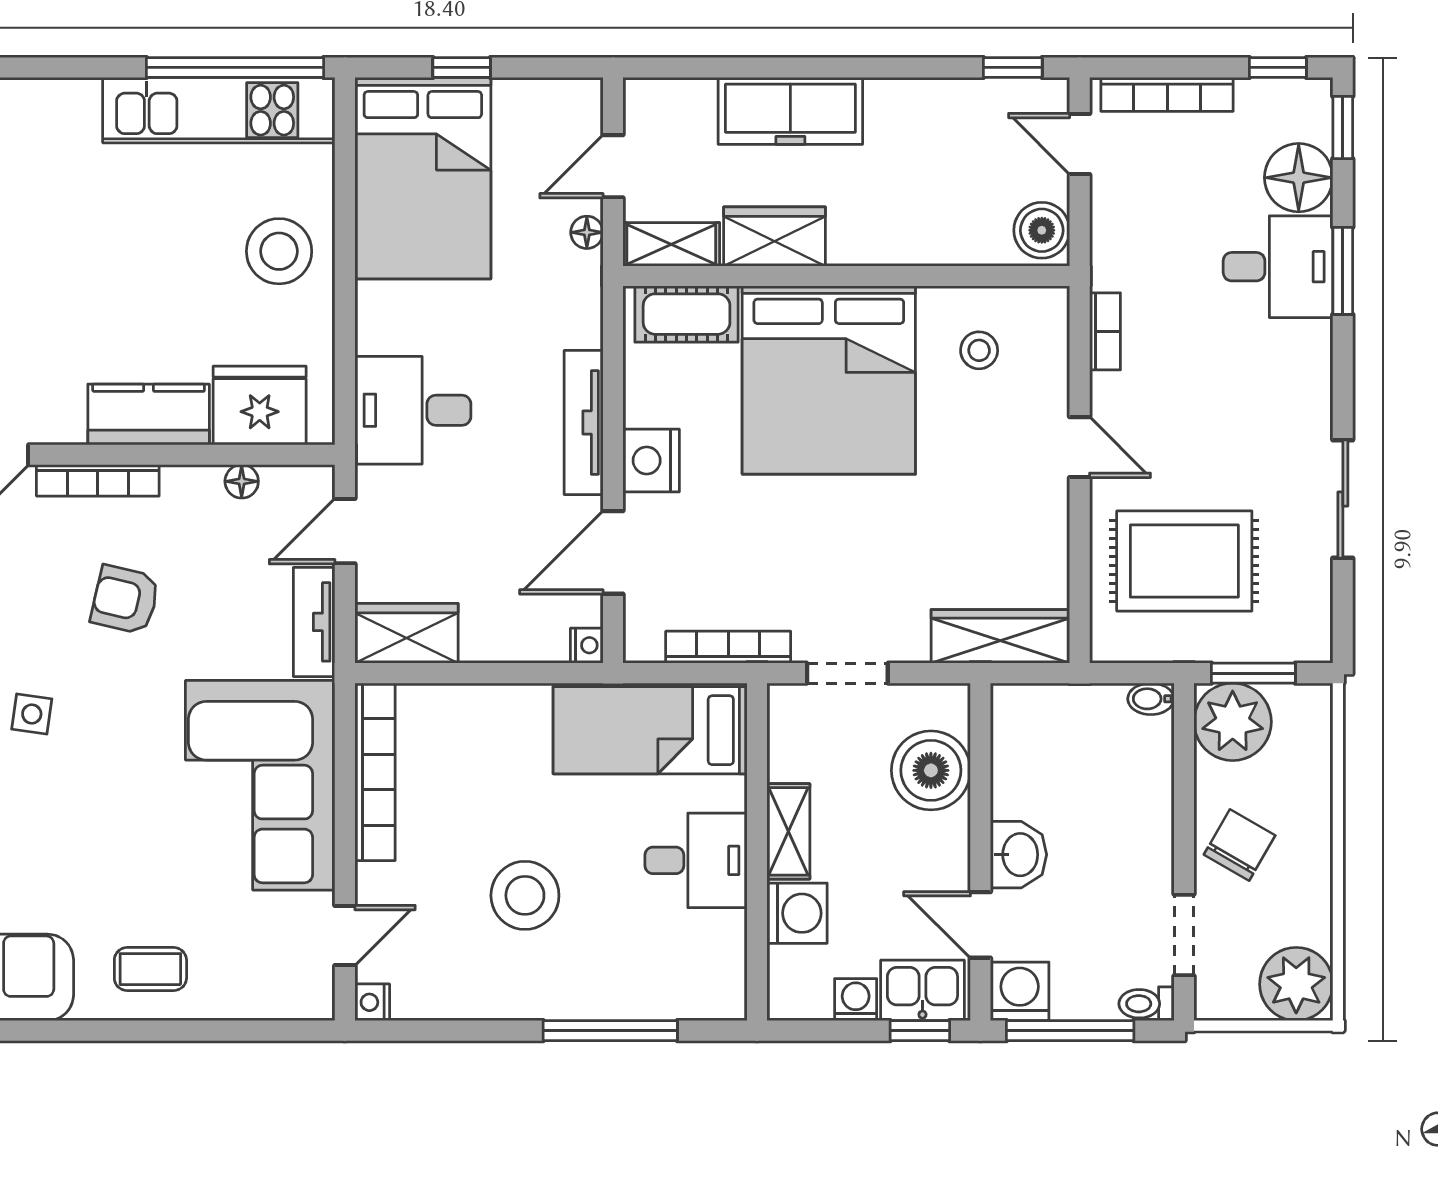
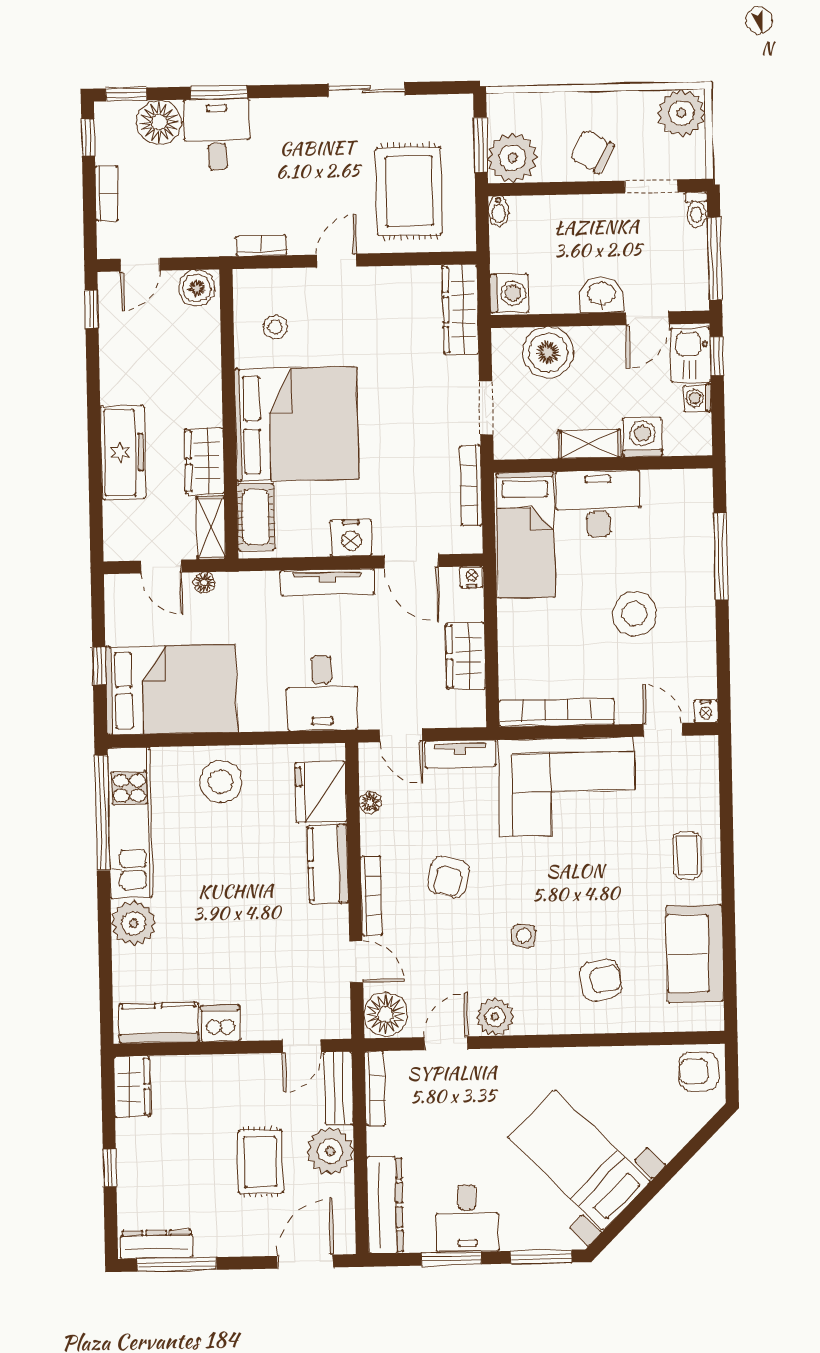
bookcase: (1167, 94) -> (107, 193), width x0.64
plant: (64, 112) -> (134, 923), added
wardrobe: (406, 633) -> (466, 656), moved
desk: (696, 860) -> (598, 504), width x1.37
washing machine: (1020, 991) -> (509, 293), moved, turned 180

